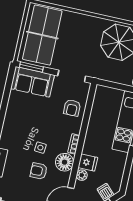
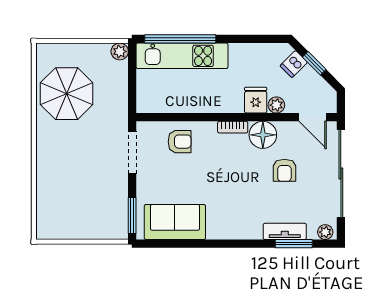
table tennis table: (42, 35) -> (81, 210), removed
sofa: (32, 82) -> (175, 222), moved, turned -90
side table: (40, 148) -> (249, 176), removed

